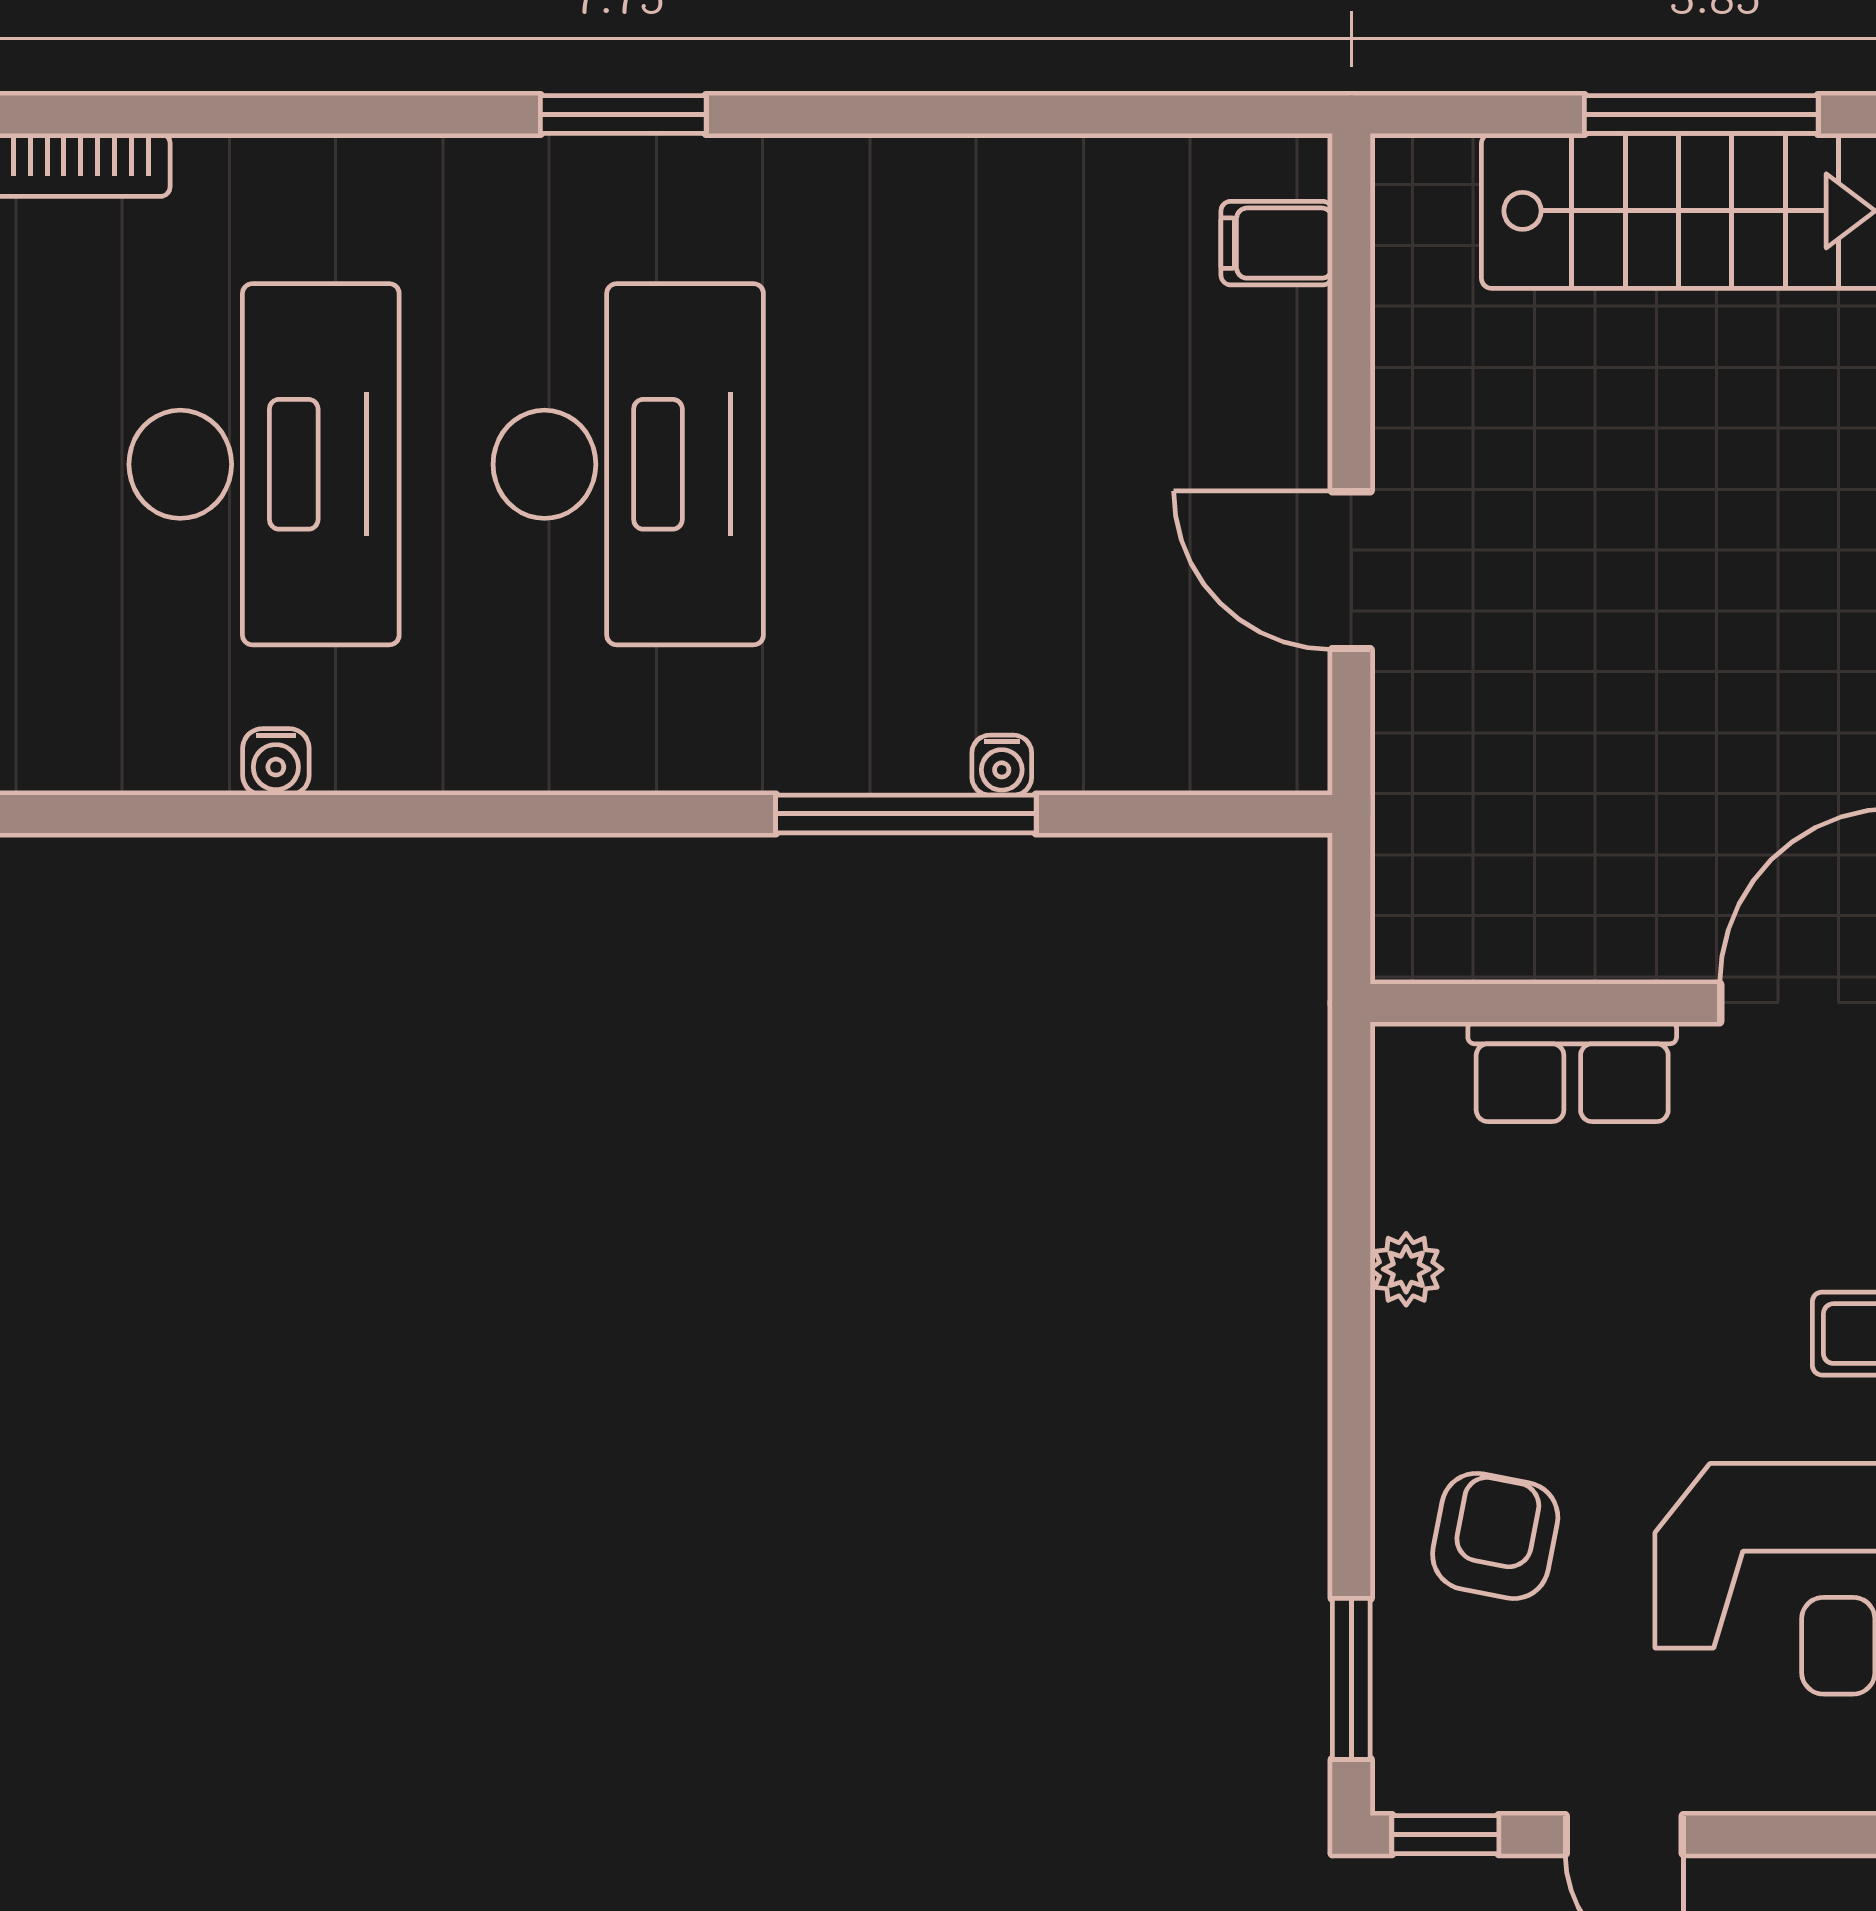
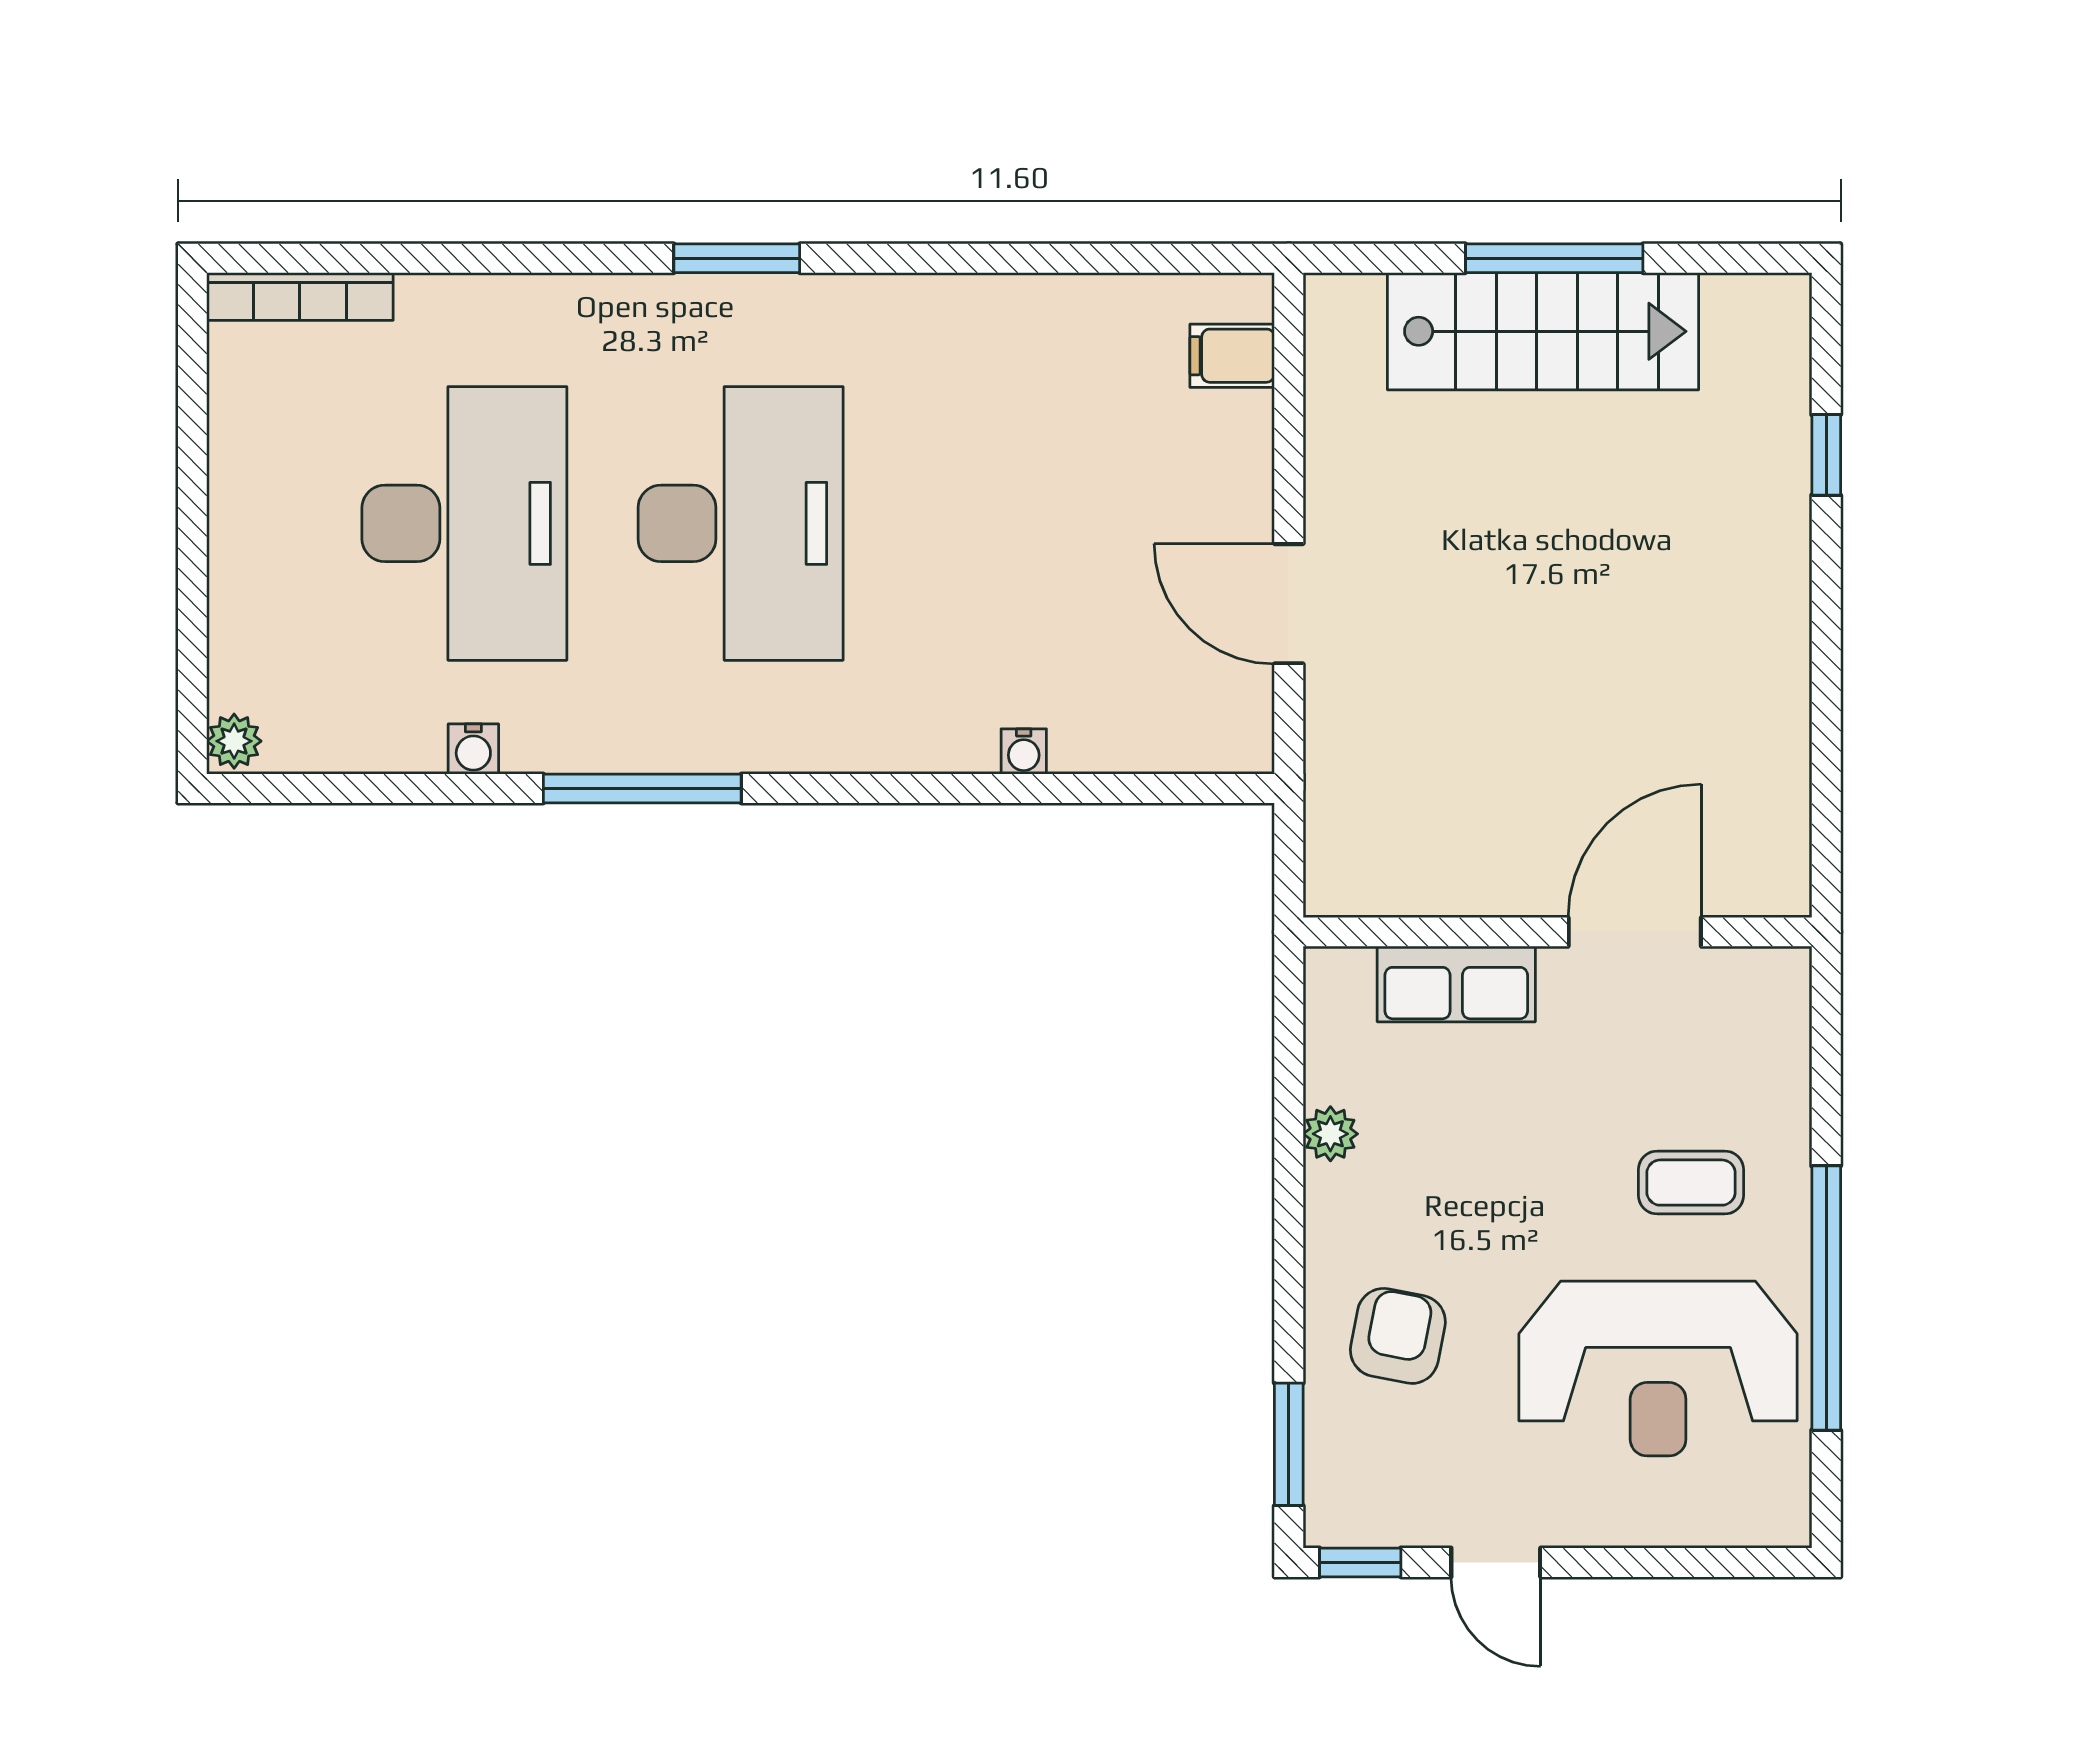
window: (906, 814) -> (642, 789), moved

